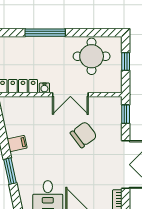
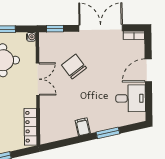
water cooler: (44, 88) -> (31, 37), moved

